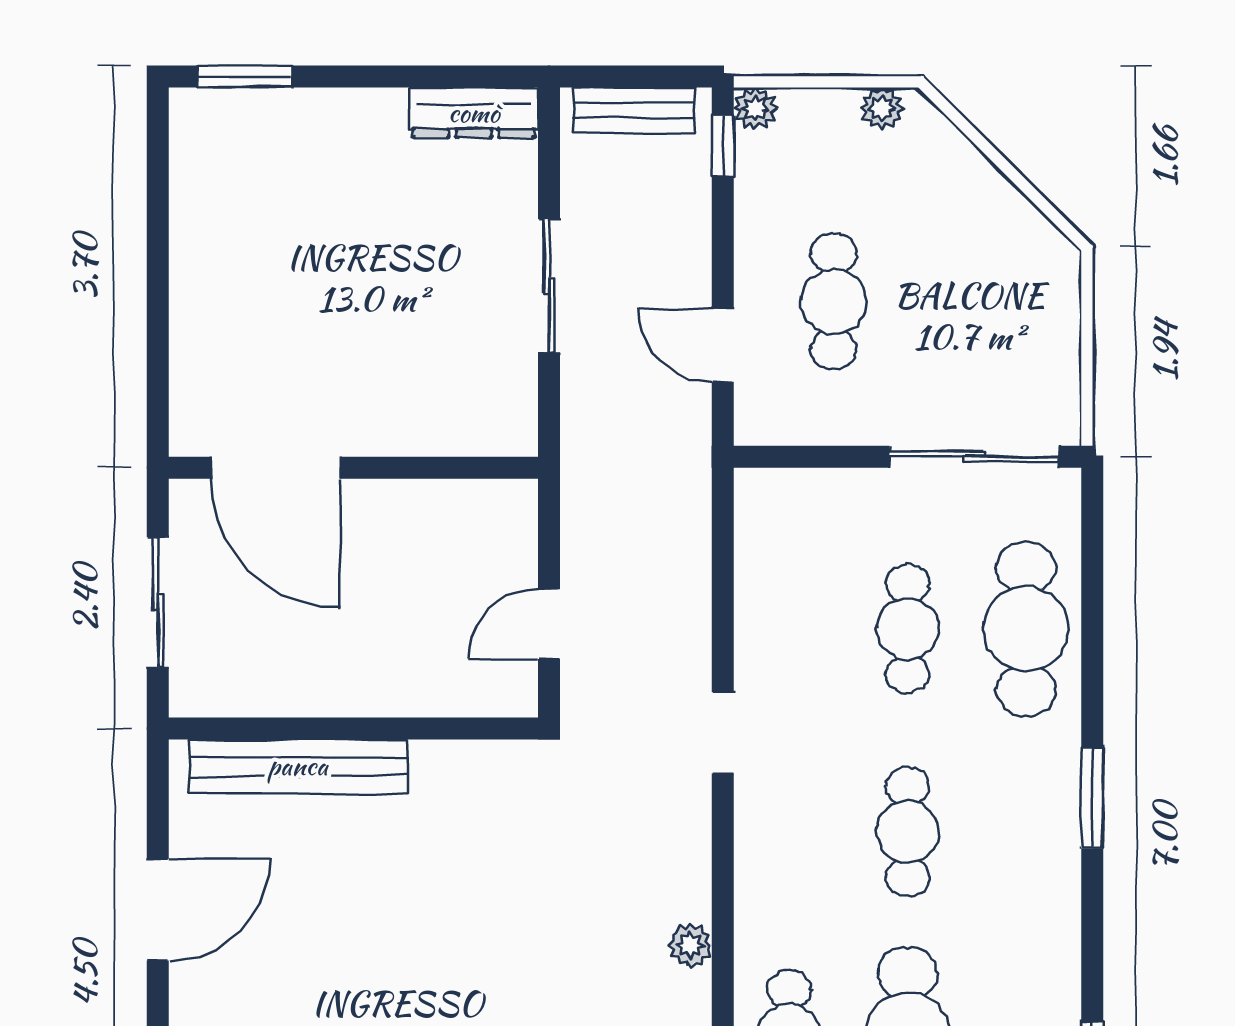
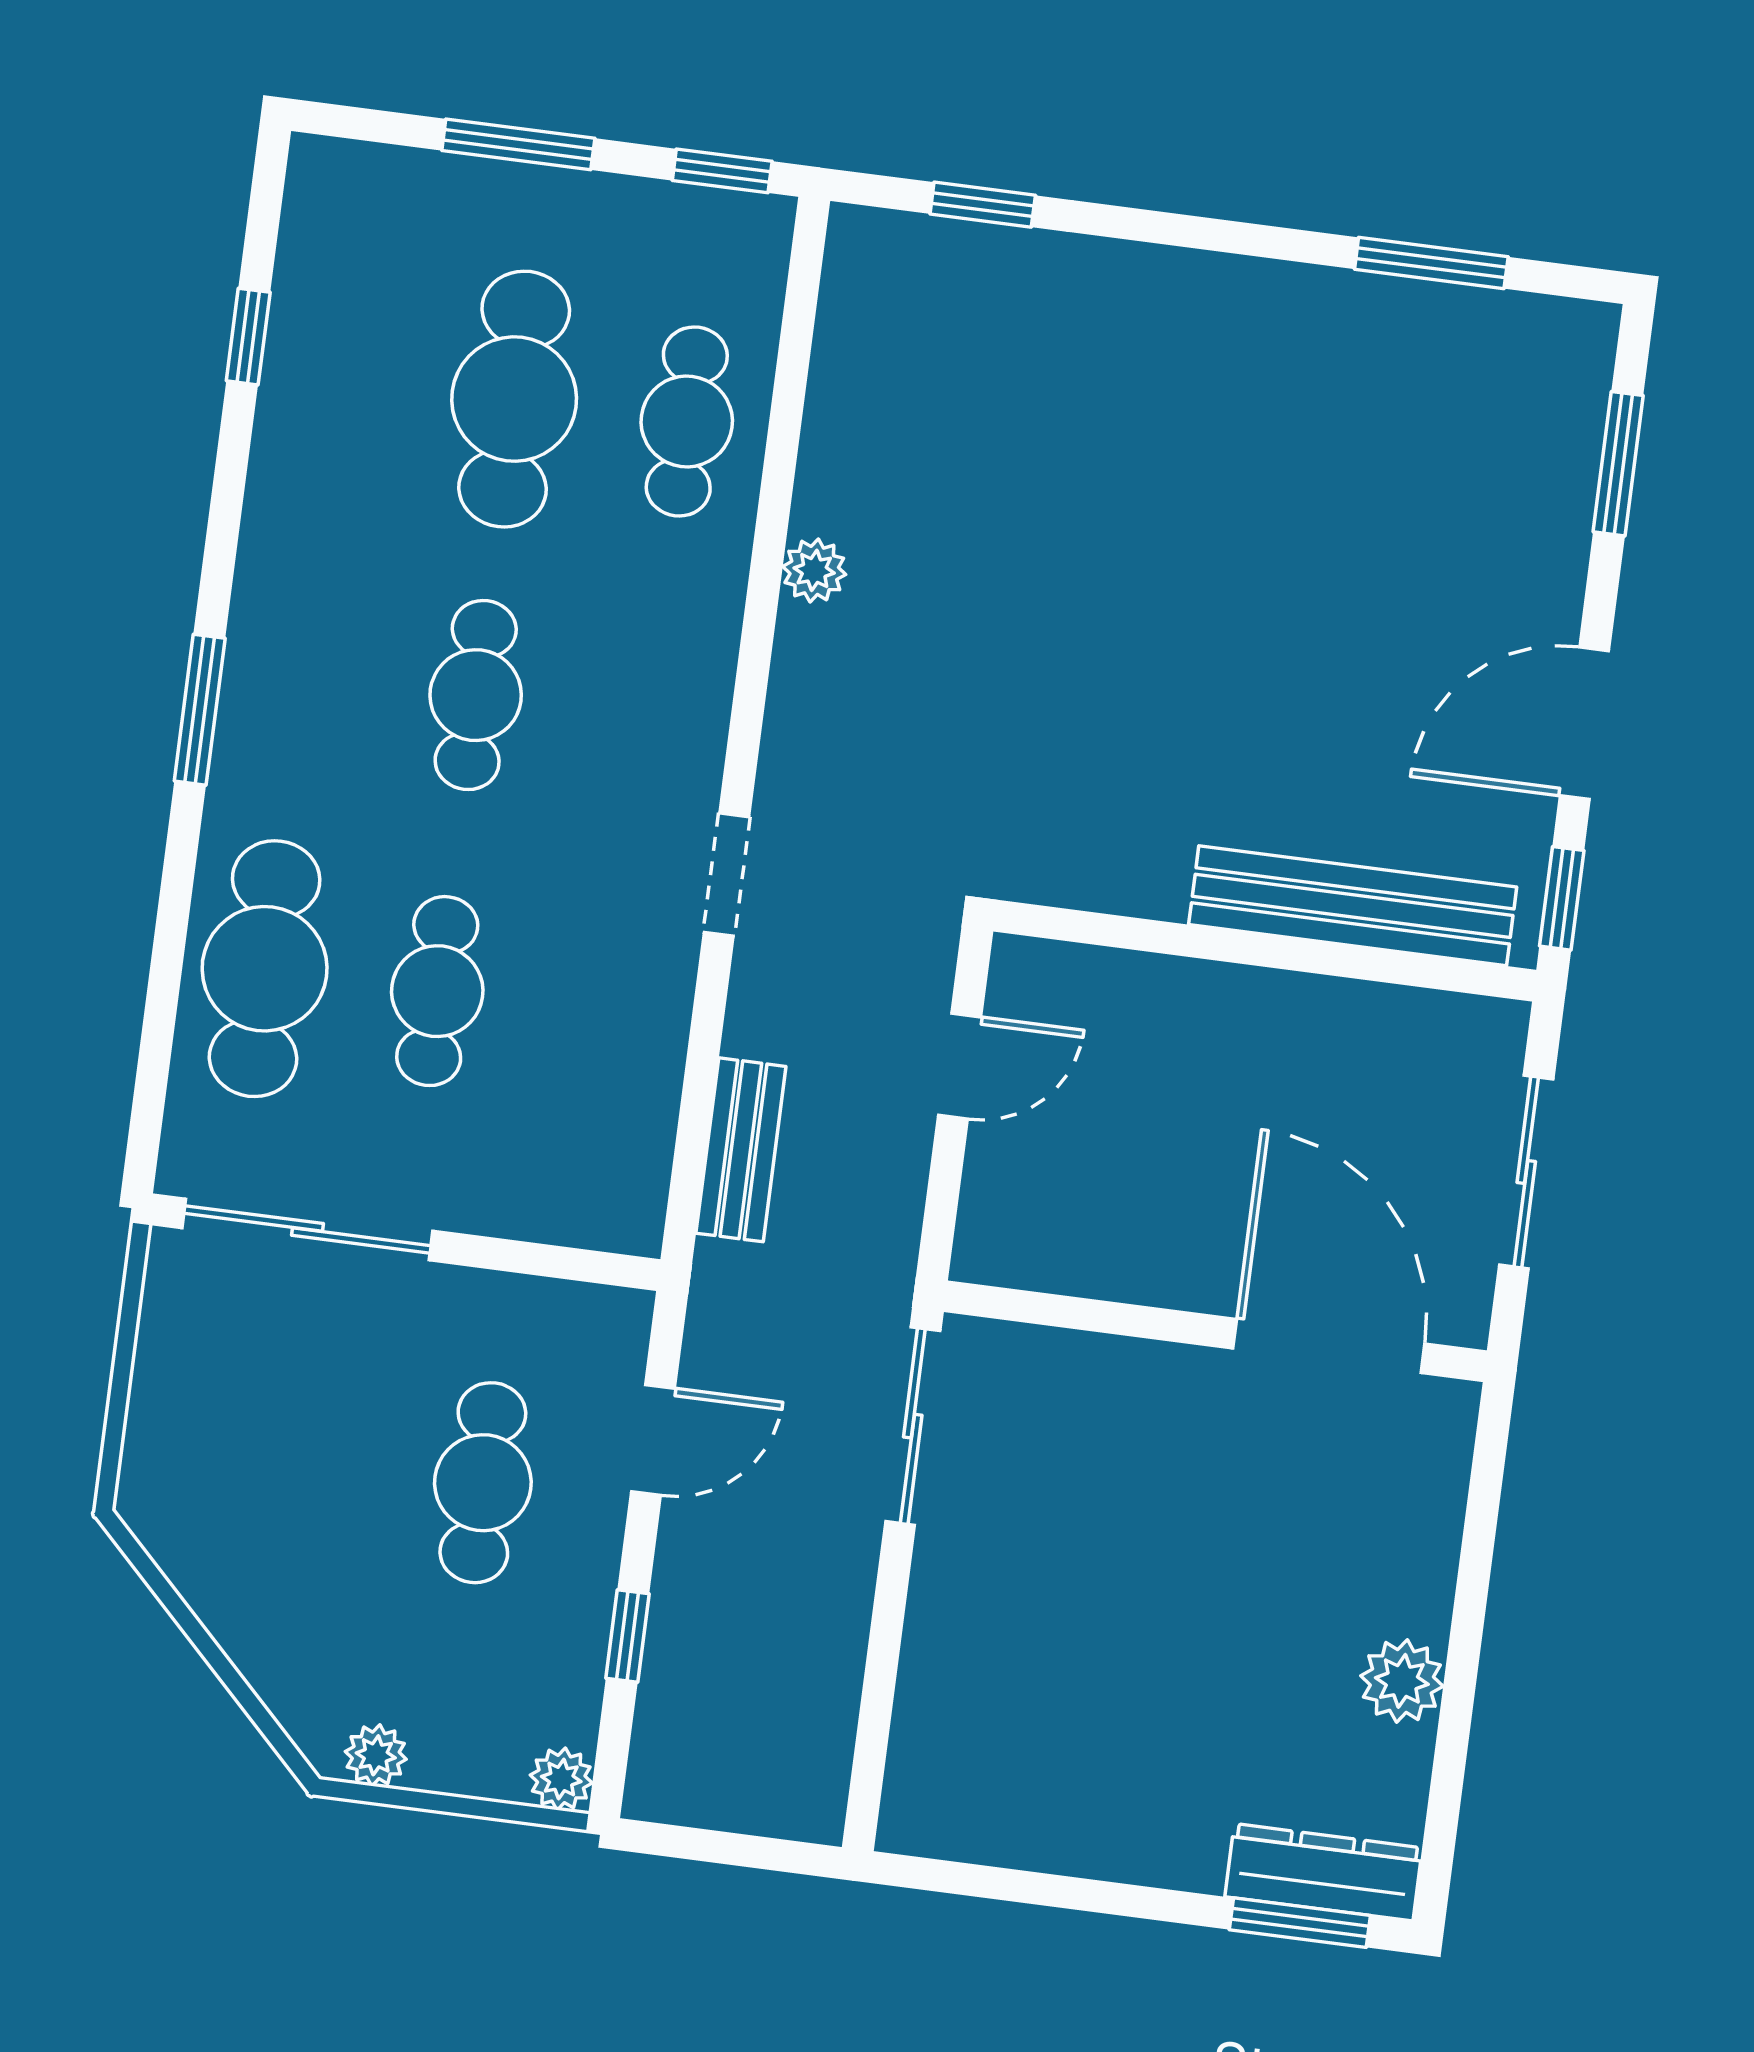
bench: (634, 110) -> (741, 1150), moved, turned 90
dresser: (474, 113) -> (1324, 1872), moved
window: (723, 146) -> (628, 1636), moved
plant: (197, 248) -> (1402, 1681), added
sliding door: (549, 286) -> (913, 1426), moved
door: (723, 345) -> (653, 1440), hinge flipped
window: (158, 790) -> (1562, 898), added

